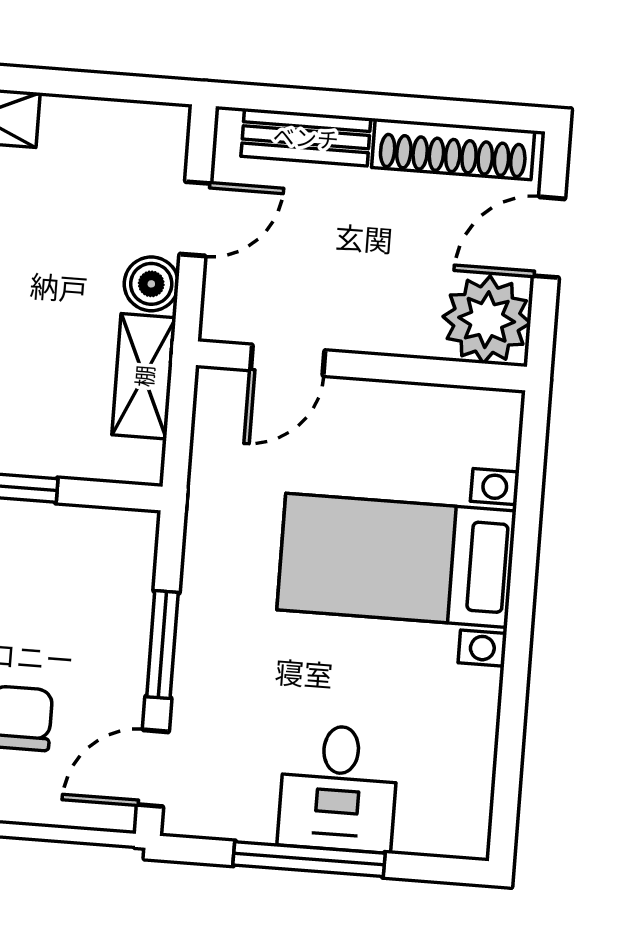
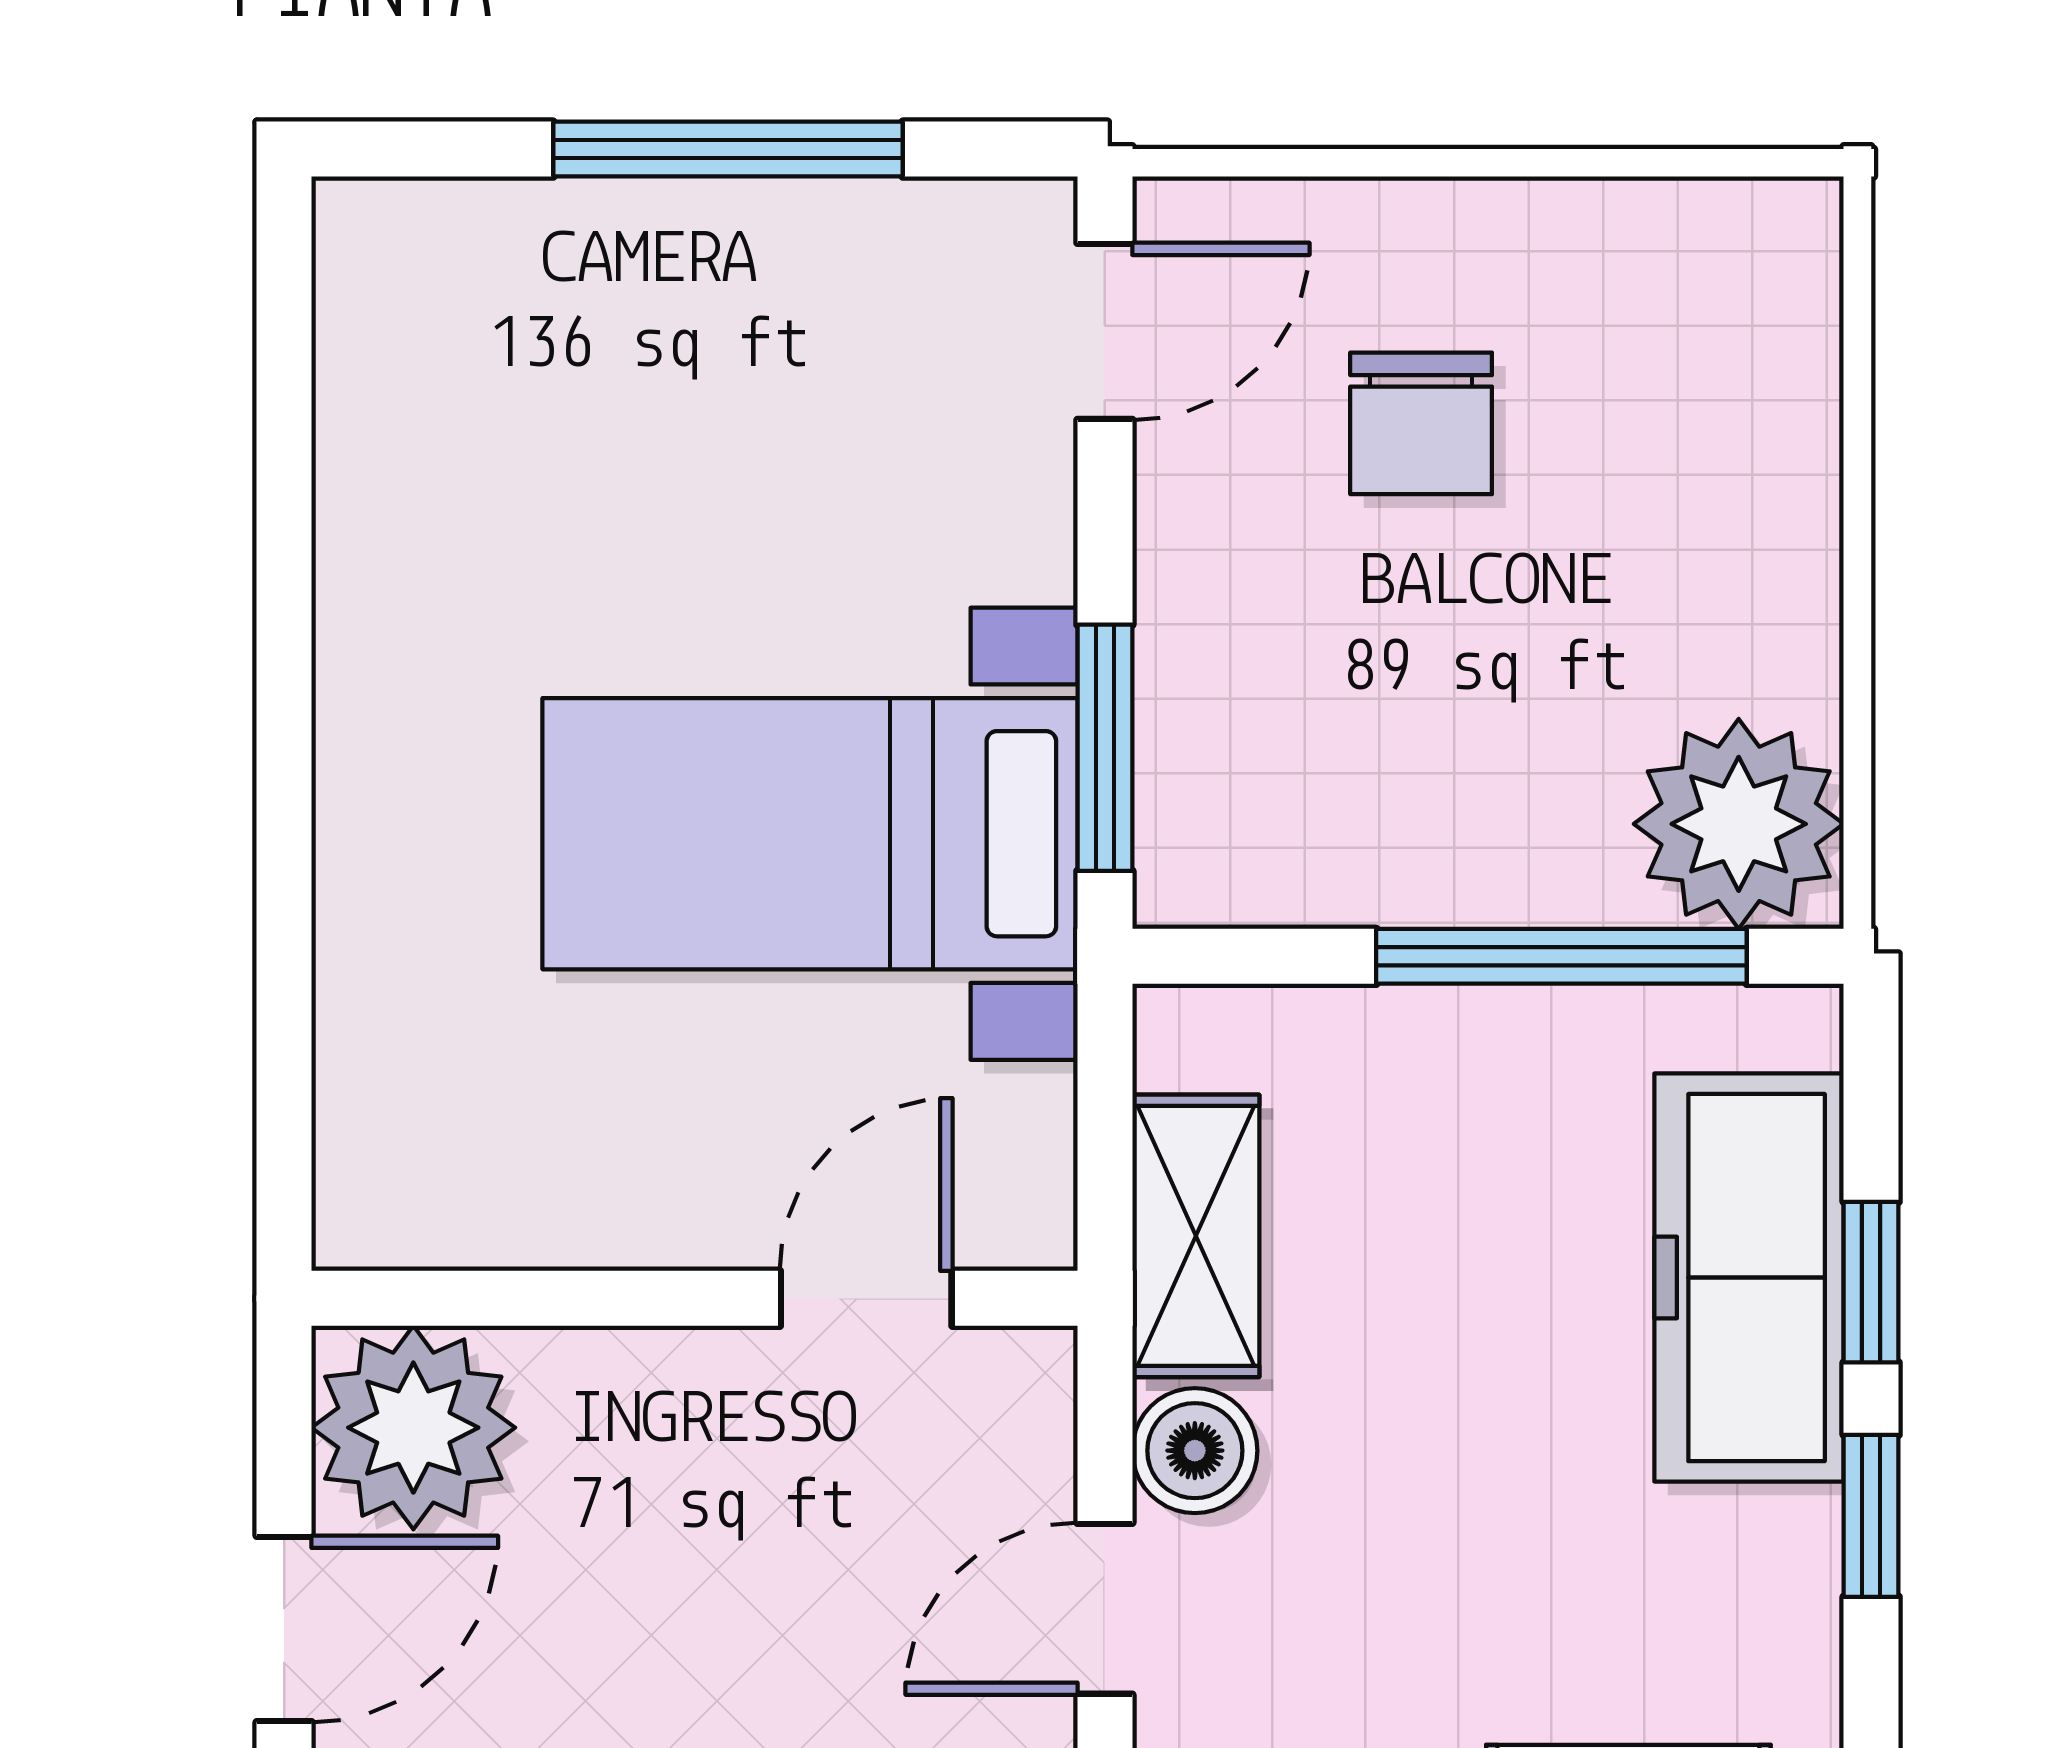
bed with nightstands: (397, 560) -> (810, 834), moved, turned 180
window: (162, 645) -> (1105, 748), moved
desk: (338, 788) -> (673, 319), removed

